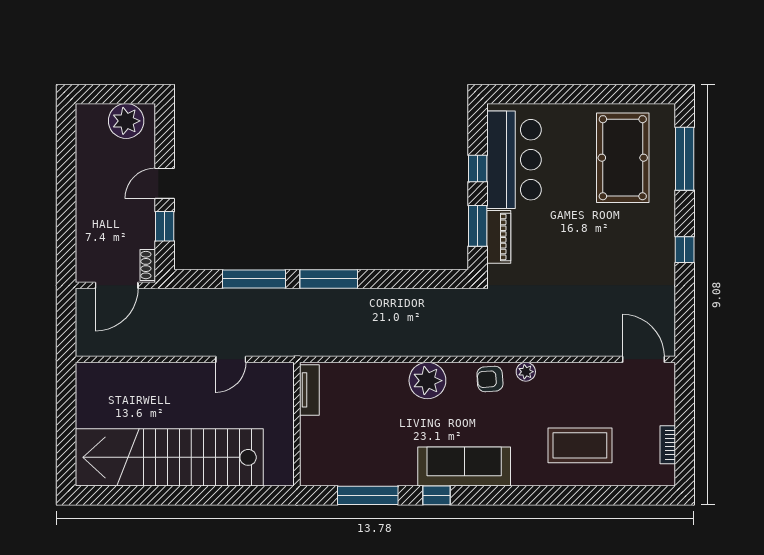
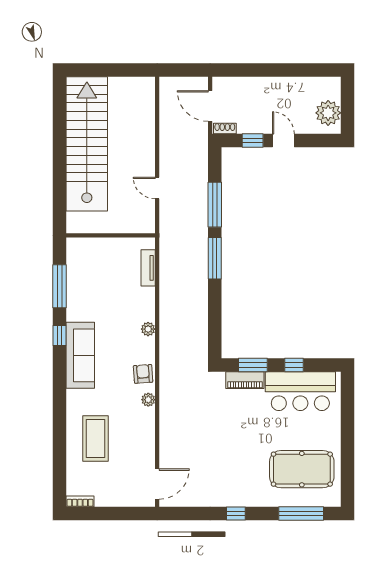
plant: (427, 381) -> (148, 329), width x0.53, depth x0.53
tv unit: (309, 390) -> (148, 268), moved, turned 90
bookcase: (668, 445) -> (80, 501), moved

